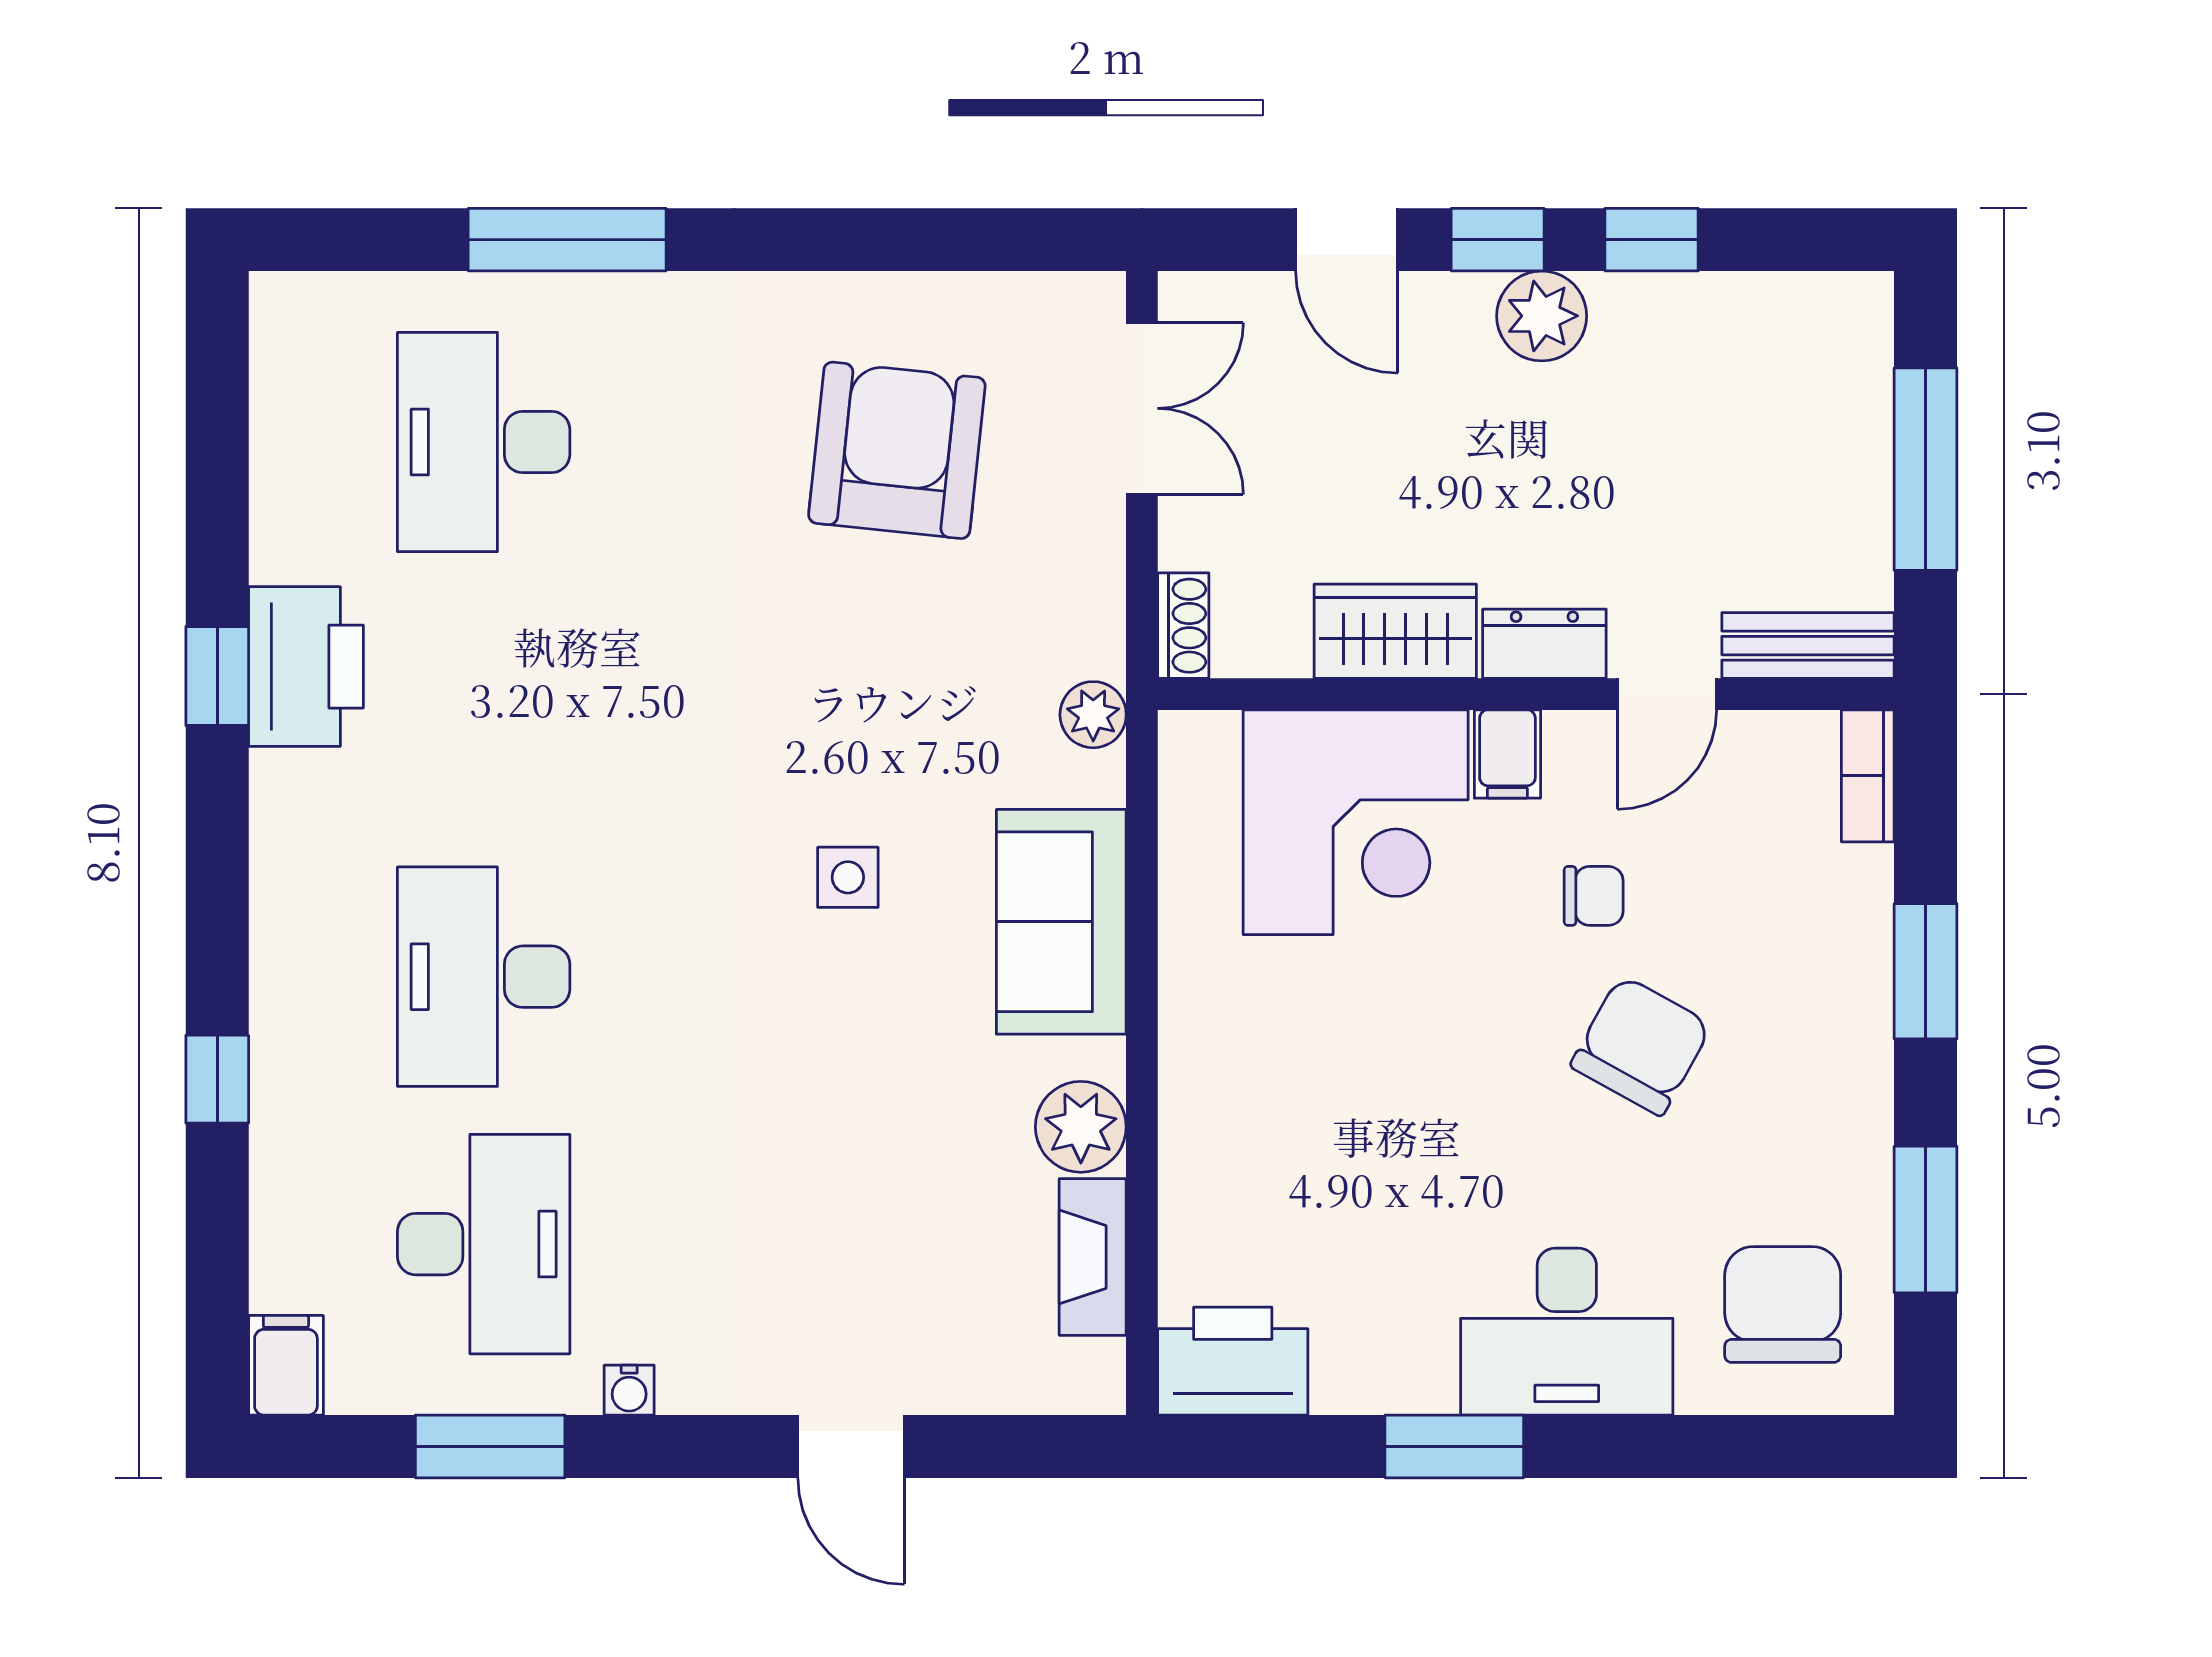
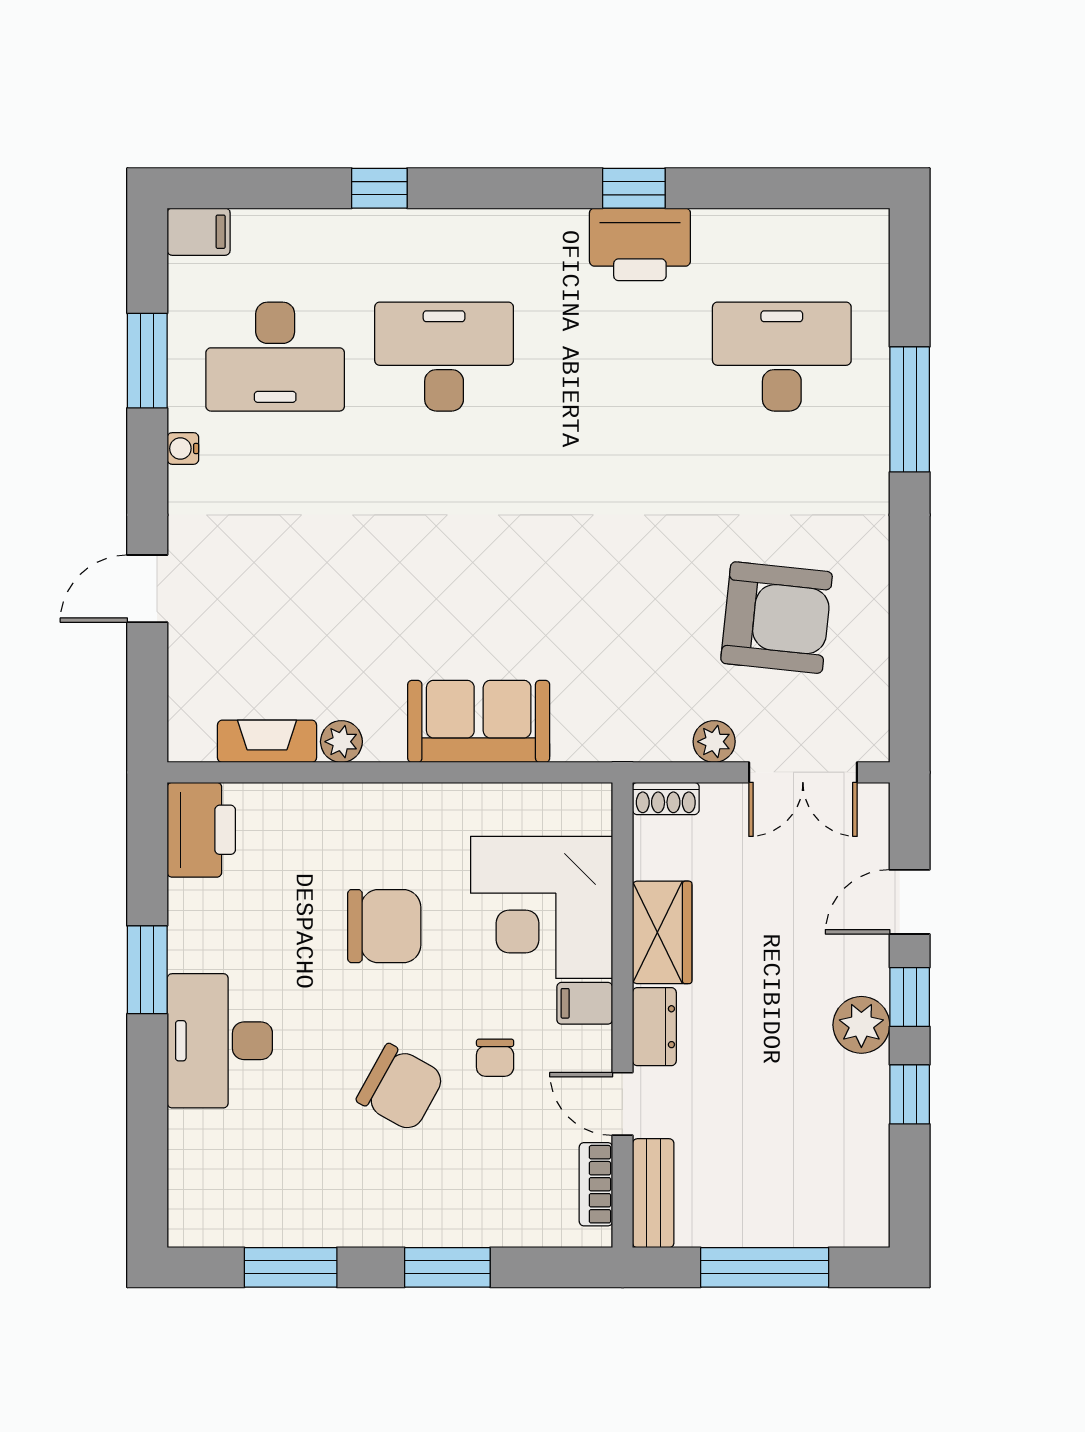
plant: (1093, 715) -> (714, 742), moved
bookcase: (1868, 776) -> (596, 1184), moved, turned -90
side table: (848, 877) -> (507, 587), removed
plant: (1081, 1127) -> (341, 742), width x0.73, depth x0.73
chair: (1783, 1305) -> (384, 926), moved

